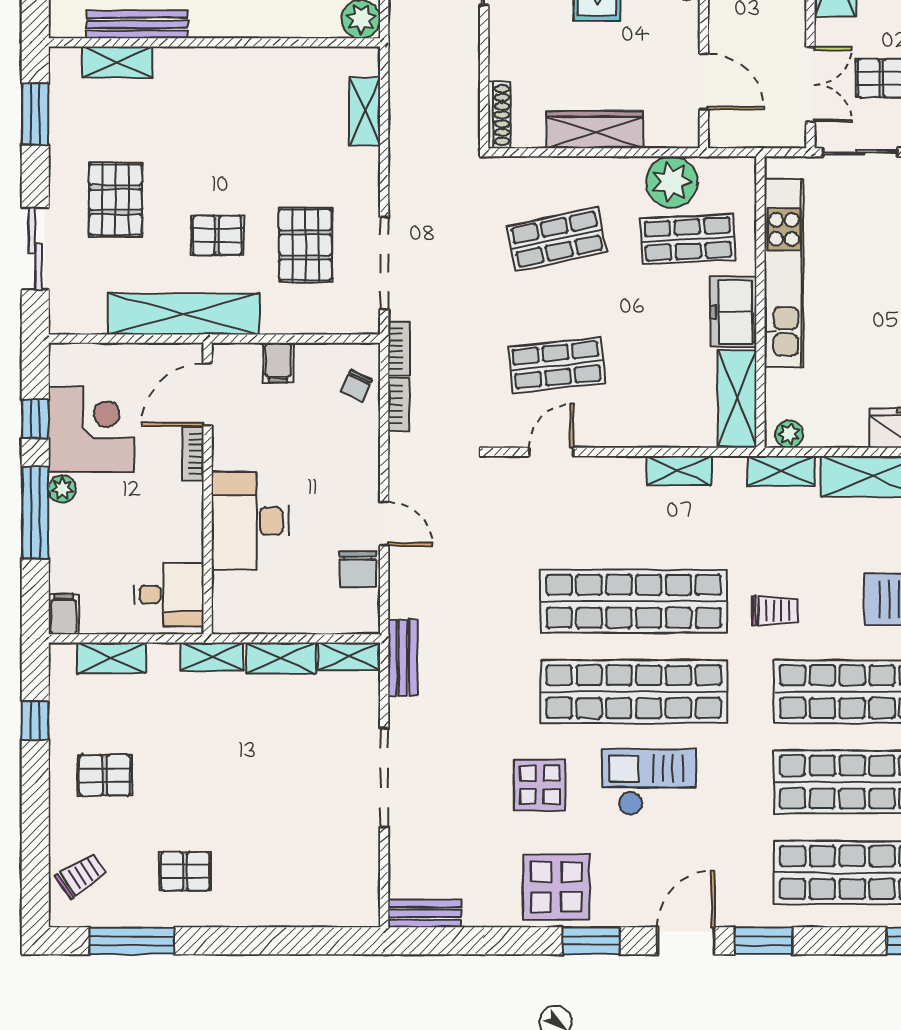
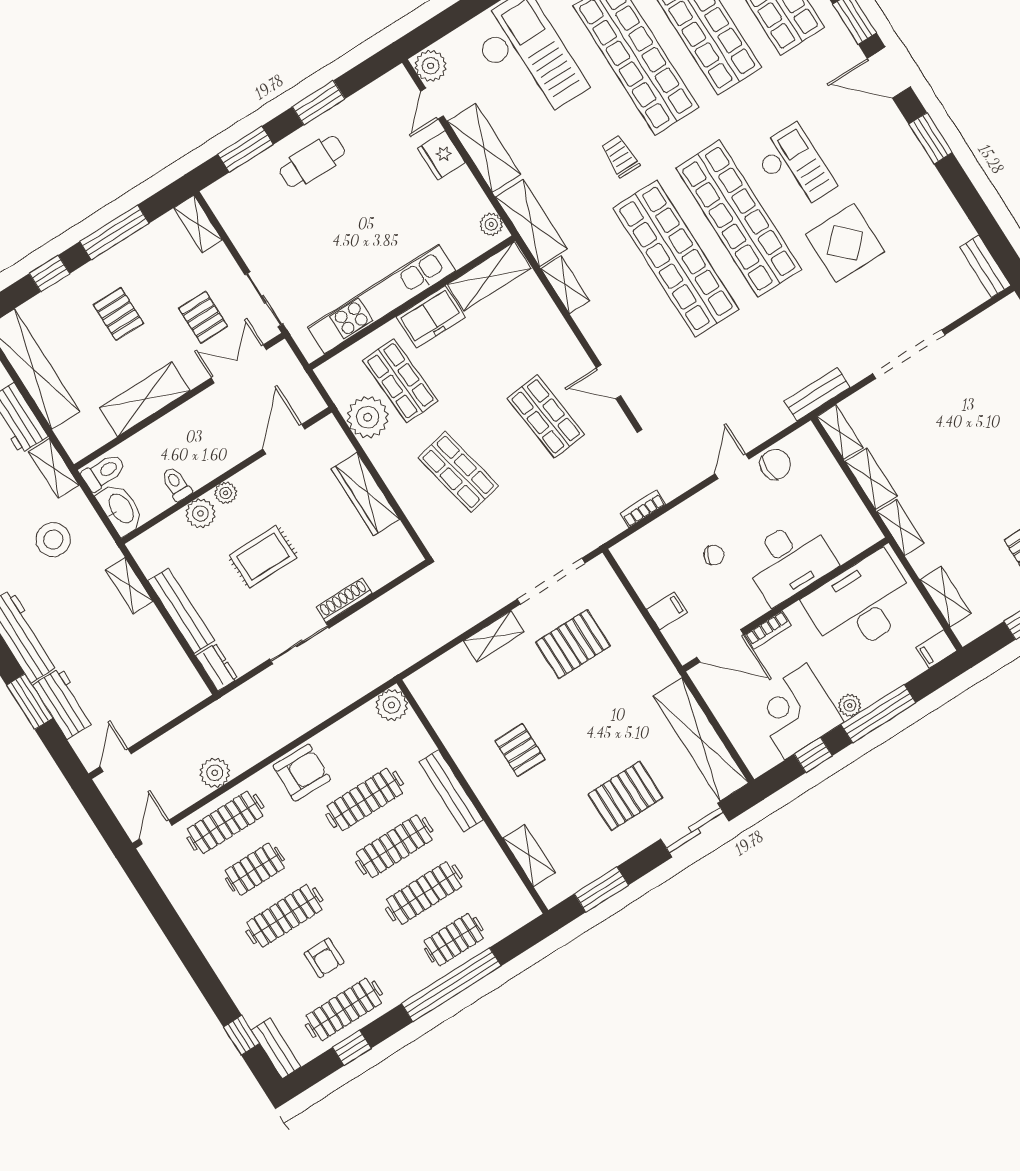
bench: (137, 24) -> (451, 791), moved
shelving: (365, 111) -> (494, 636), moved
shoe rack: (499, 115) -> (344, 600), moved
pallet: (217, 235) -> (520, 750), moved
shelving: (184, 314) -> (701, 739), moved
bookcase: (399, 348) -> (604, 533), removed
chair: (357, 386) -> (714, 555), moved
shelving: (781, 471) -> (531, 223), width x1.50, depth x1.33
desk: (169, 595) -> (861, 604), width x1.87, depth x1.30
checkout: (649, 782) -> (795, 168), turned 180
display table: (540, 785) -> (845, 243), width x1.36, depth x1.36
display table: (556, 887) -> (909, 186), removed

